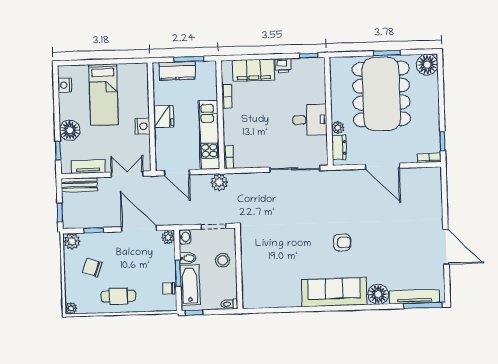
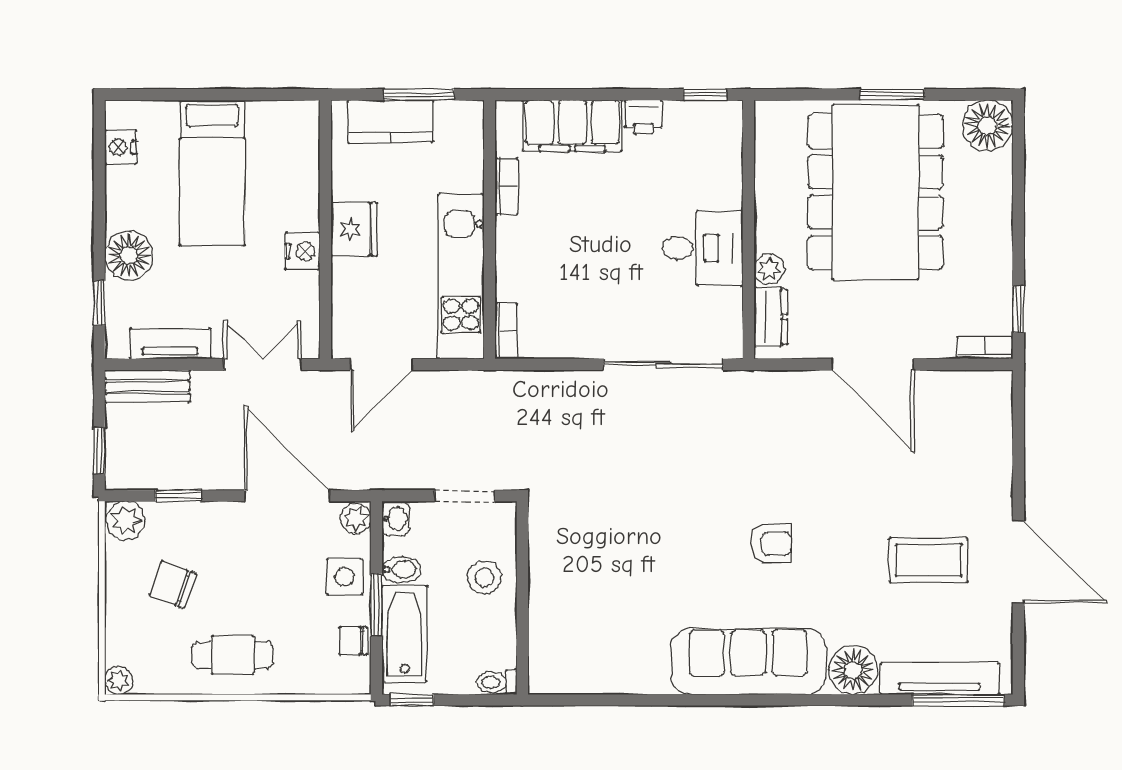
door: (177, 173) -> (381, 364), hinge flipped
plant: (219, 182) -> (482, 391), removed
coffee table: (408, 247) -> (928, 560), added
side table: (164, 262) -> (345, 577), added

